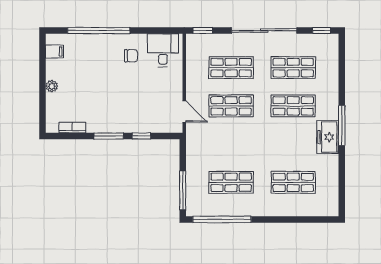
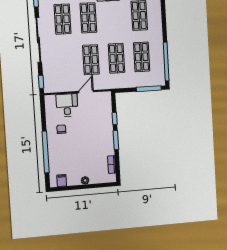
desk: (163, 50) -> (67, 105), moved, turned 90
shop shelf: (231, 68) -> (116, 58), moved
door: (184, 111) -> (86, 92), moved

